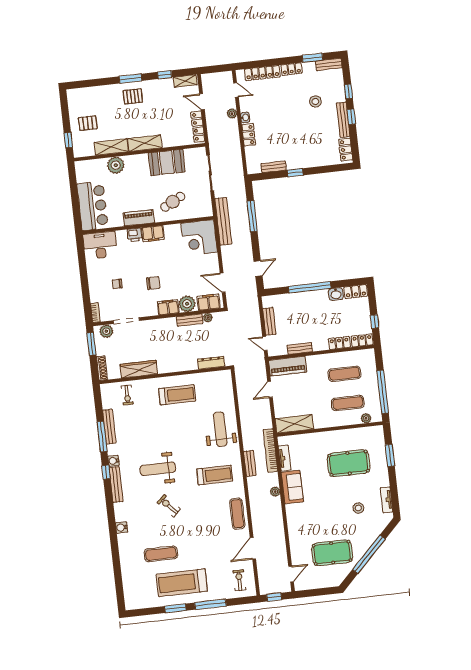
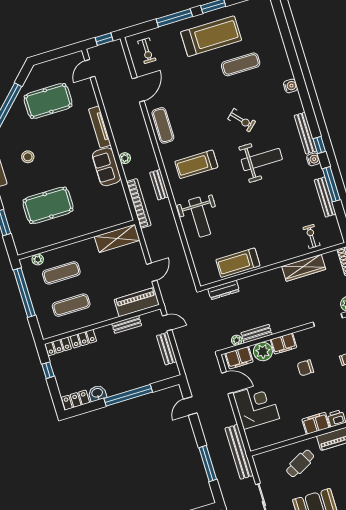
corner desk: (199, 238) -> (256, 406), moved
treadmill: (177, 395) -> (238, 263), moved
tv unit: (285, 458) -> (100, 127), moved, width x1.41

